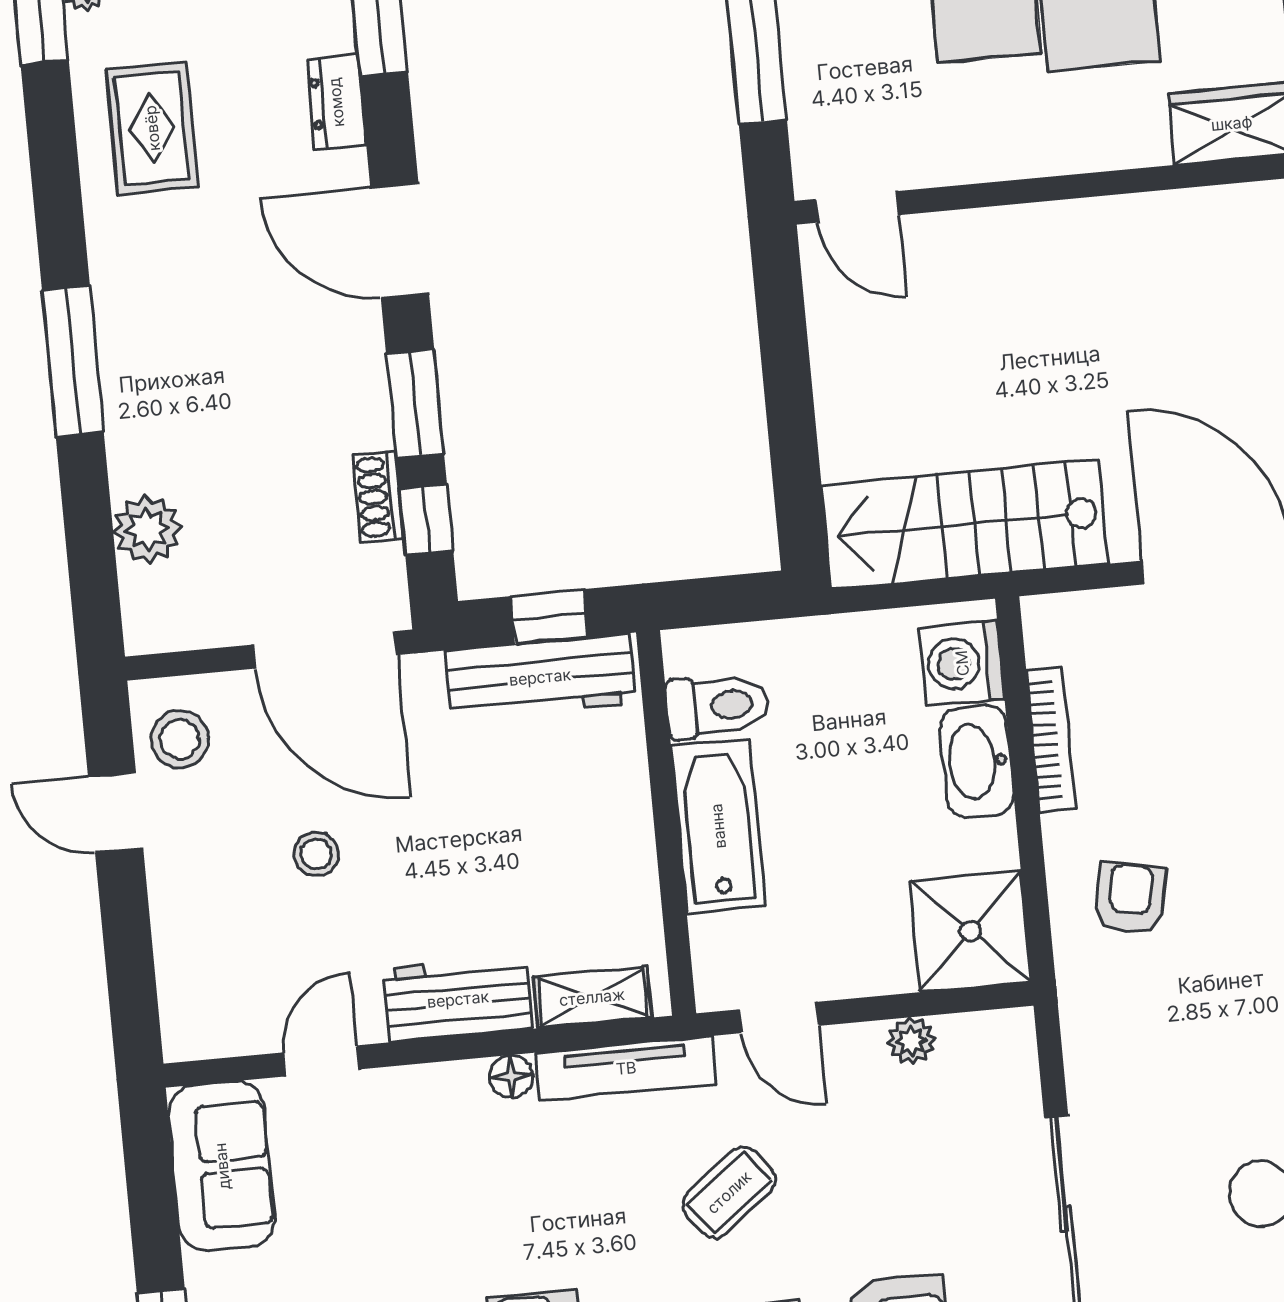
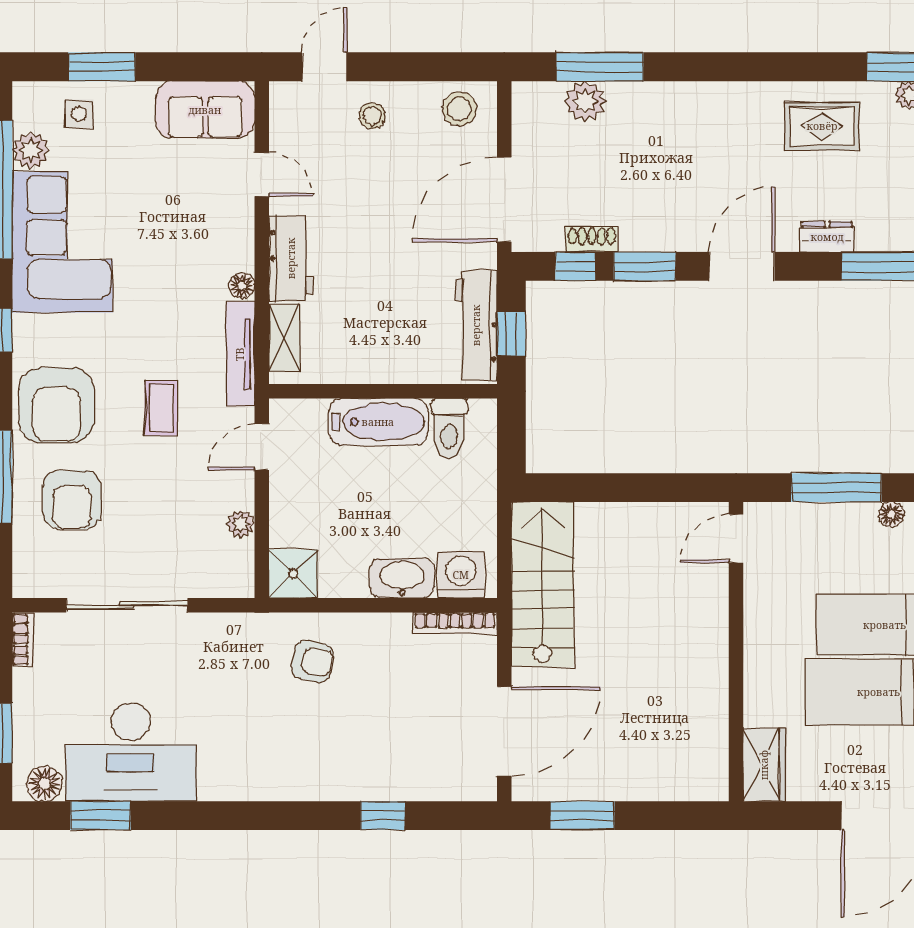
window: (73, 361) -> (600, 67), moved
bookcase: (1051, 739) -> (455, 623), moved
door: (116, 813) -> (324, 67), moved
stool: (316, 854) -> (372, 116), moved
shower: (970, 931) -> (293, 574), width x0.73, depth x0.73
coffee table: (729, 1192) -> (161, 408), turned 38

